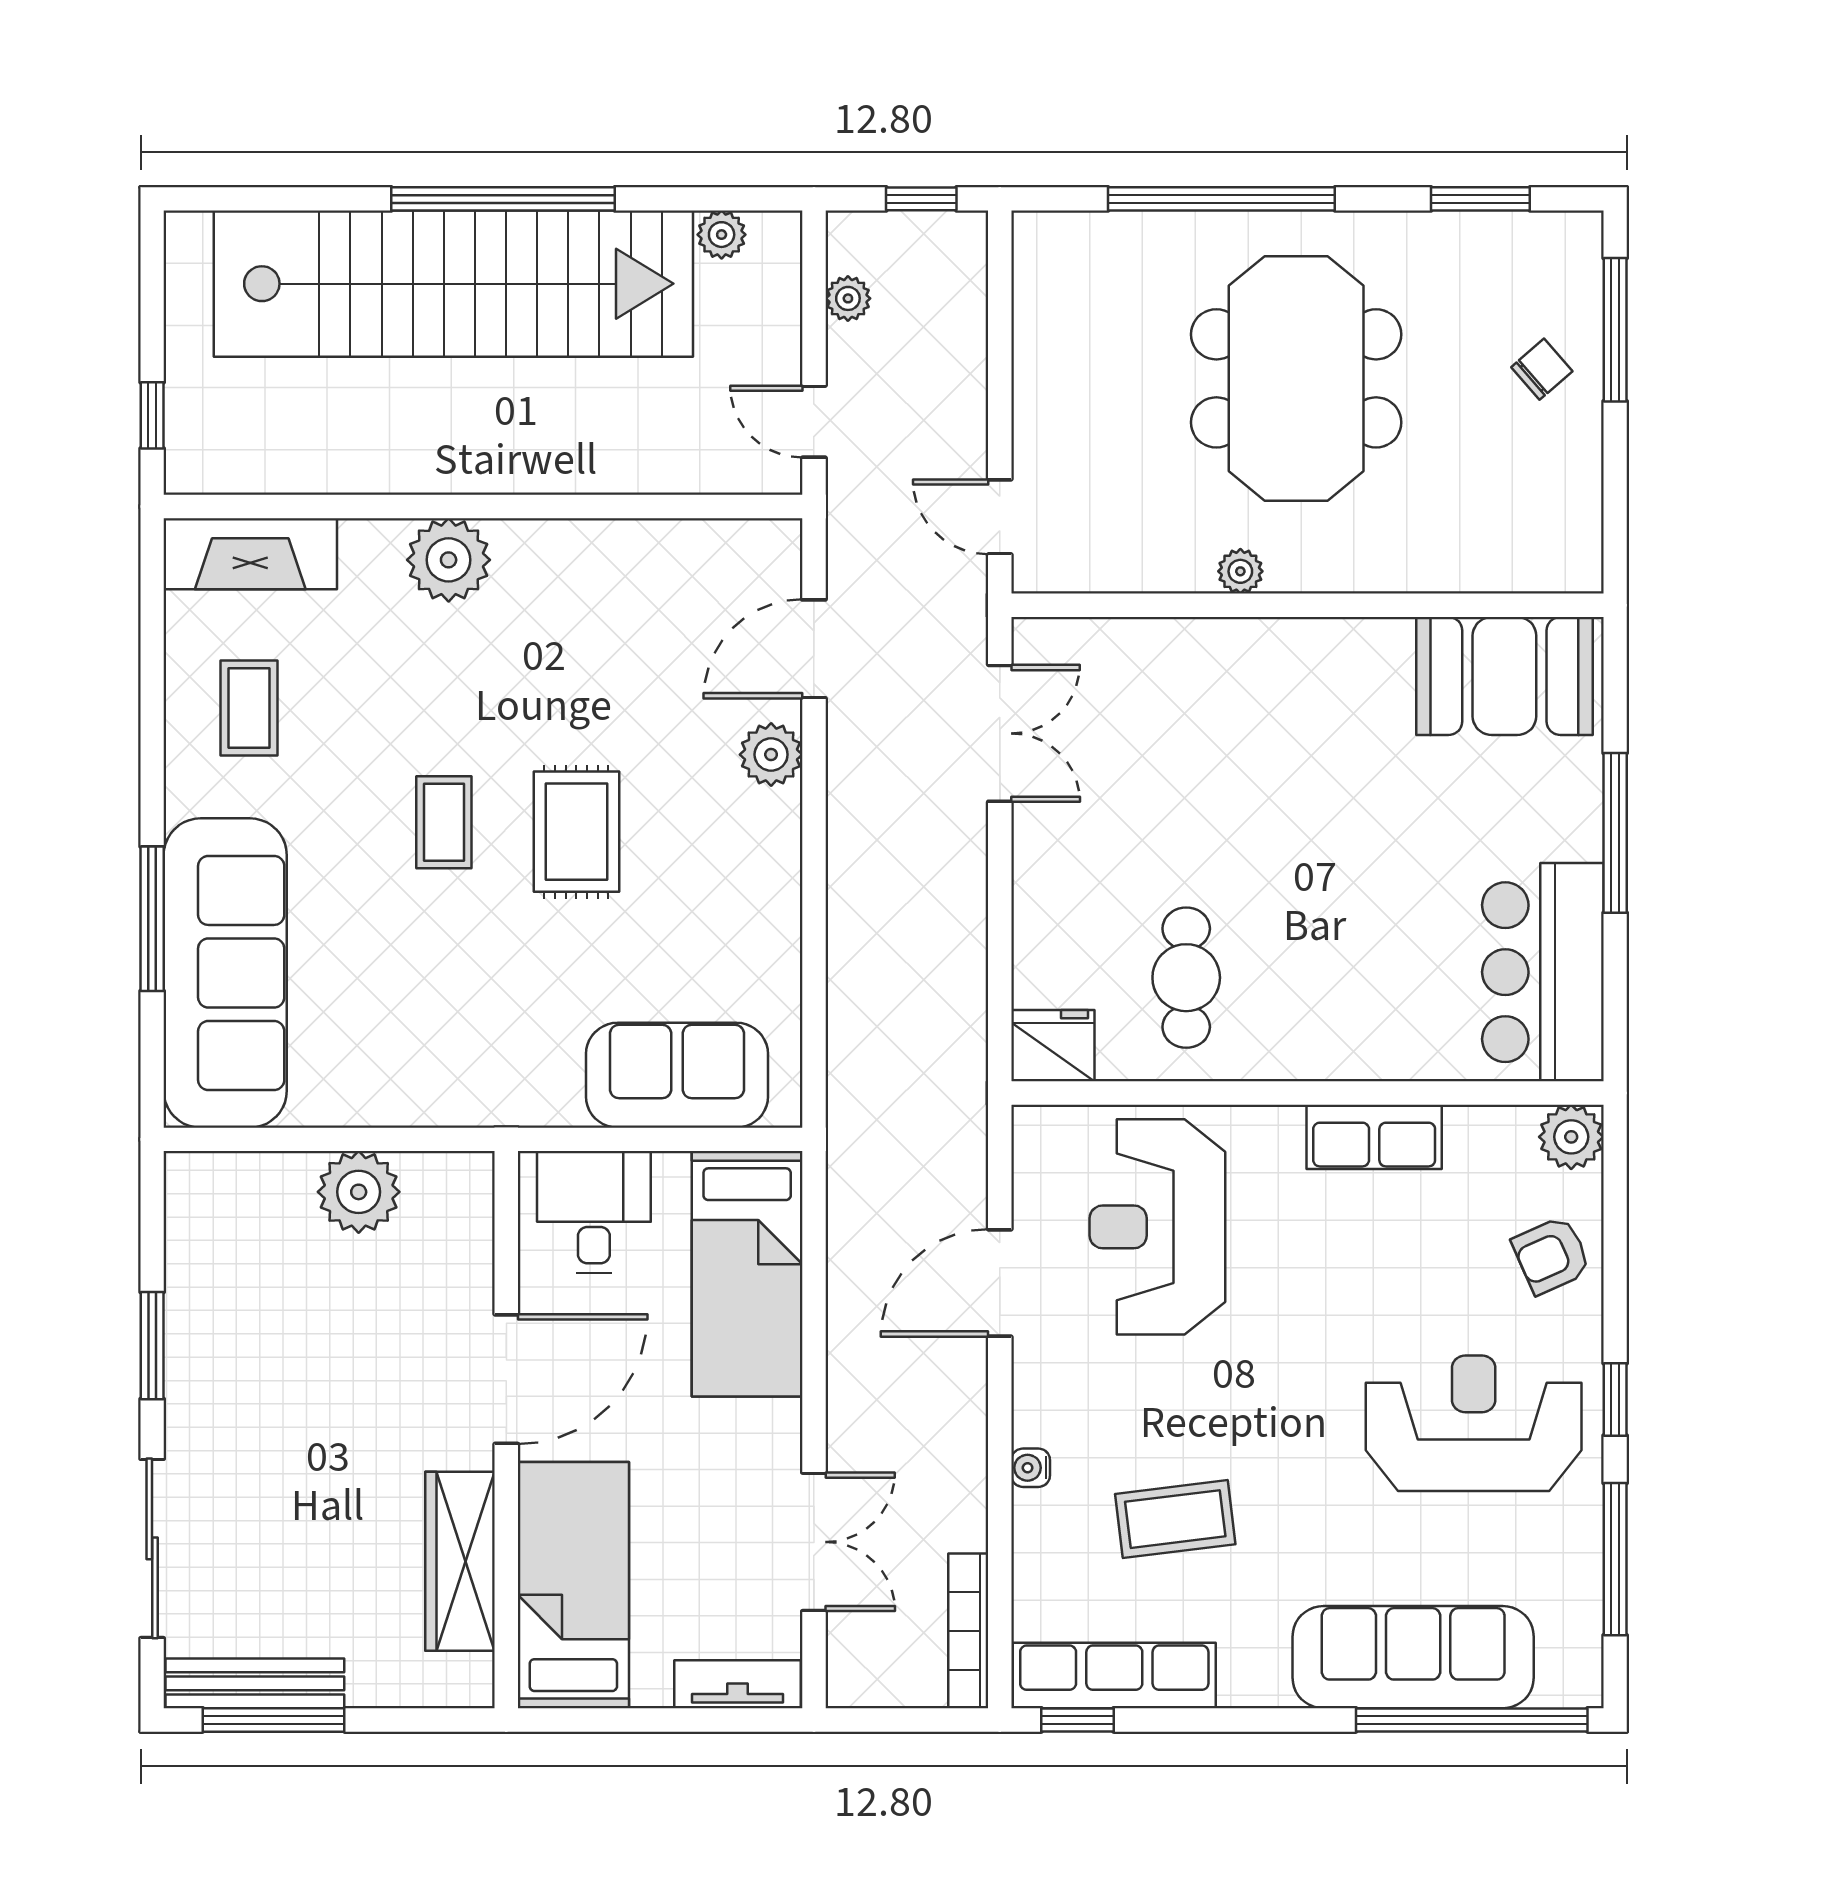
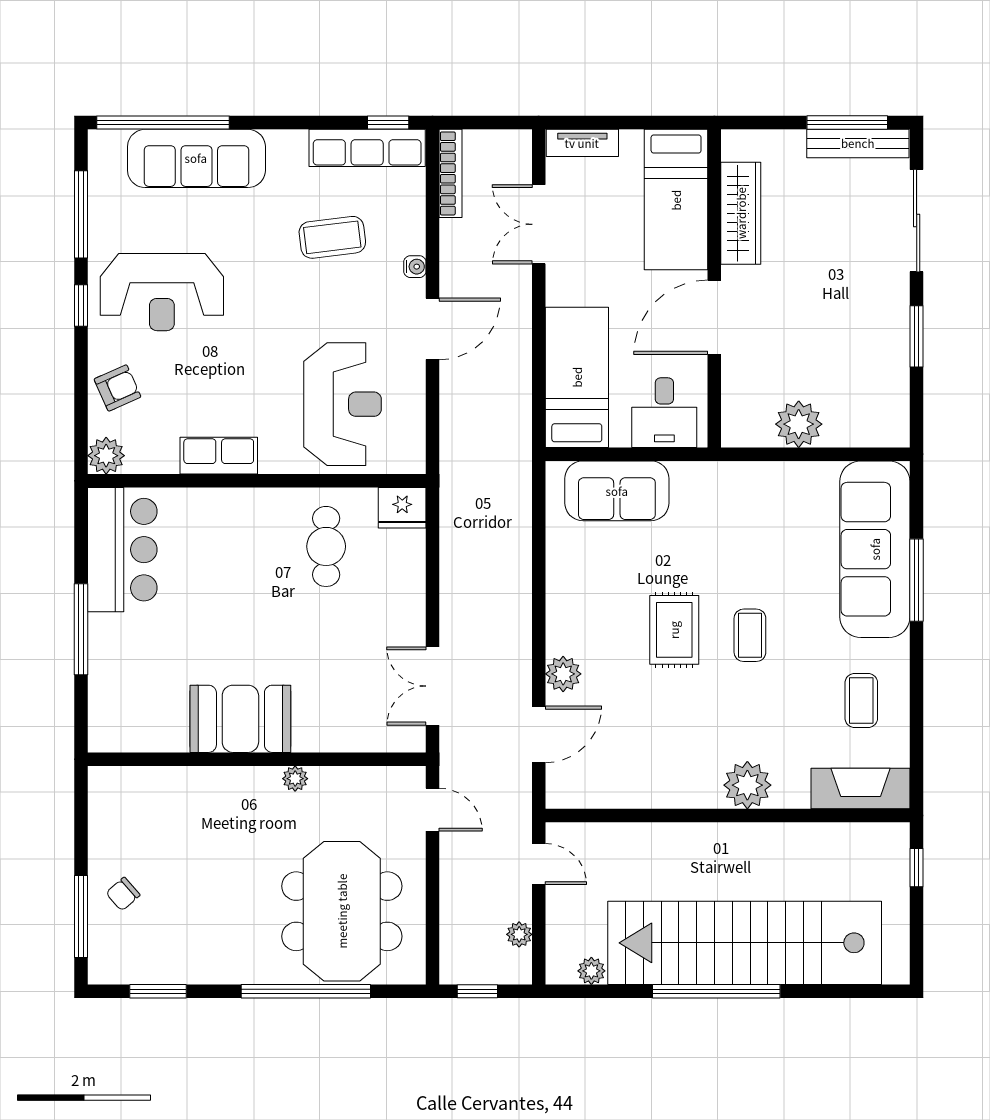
meeting table: (1296, 378) -> (342, 911), moved
booth: (1504, 676) -> (240, 719), moved
door: (1000, 1283) -> (433, 329), moved

